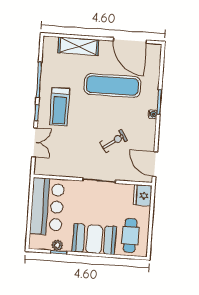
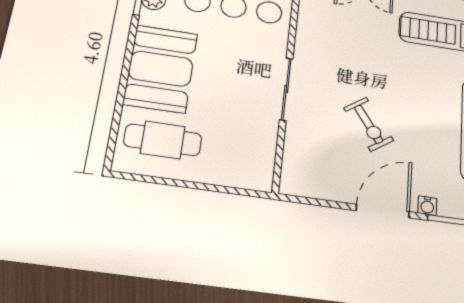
door: (155, 164) -> (383, 211), moved
fridge: (143, 195) -> (251, 172), removed

